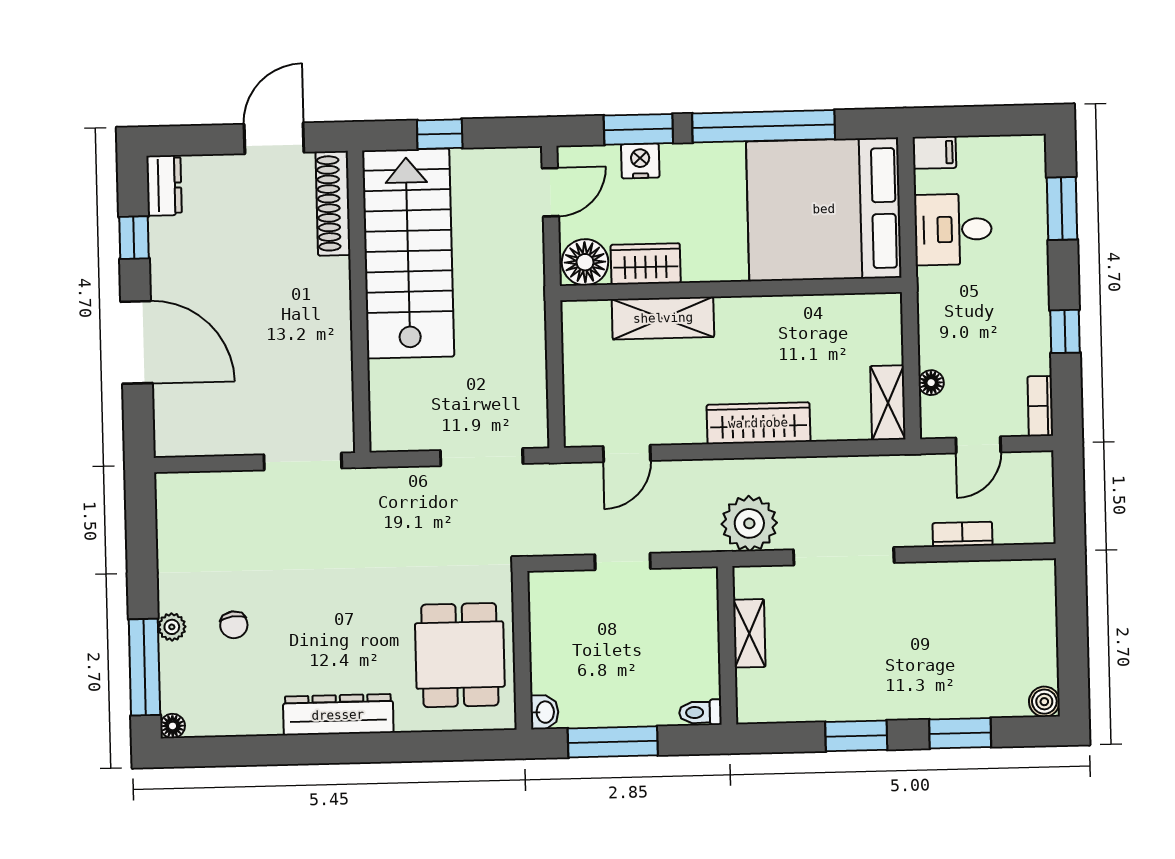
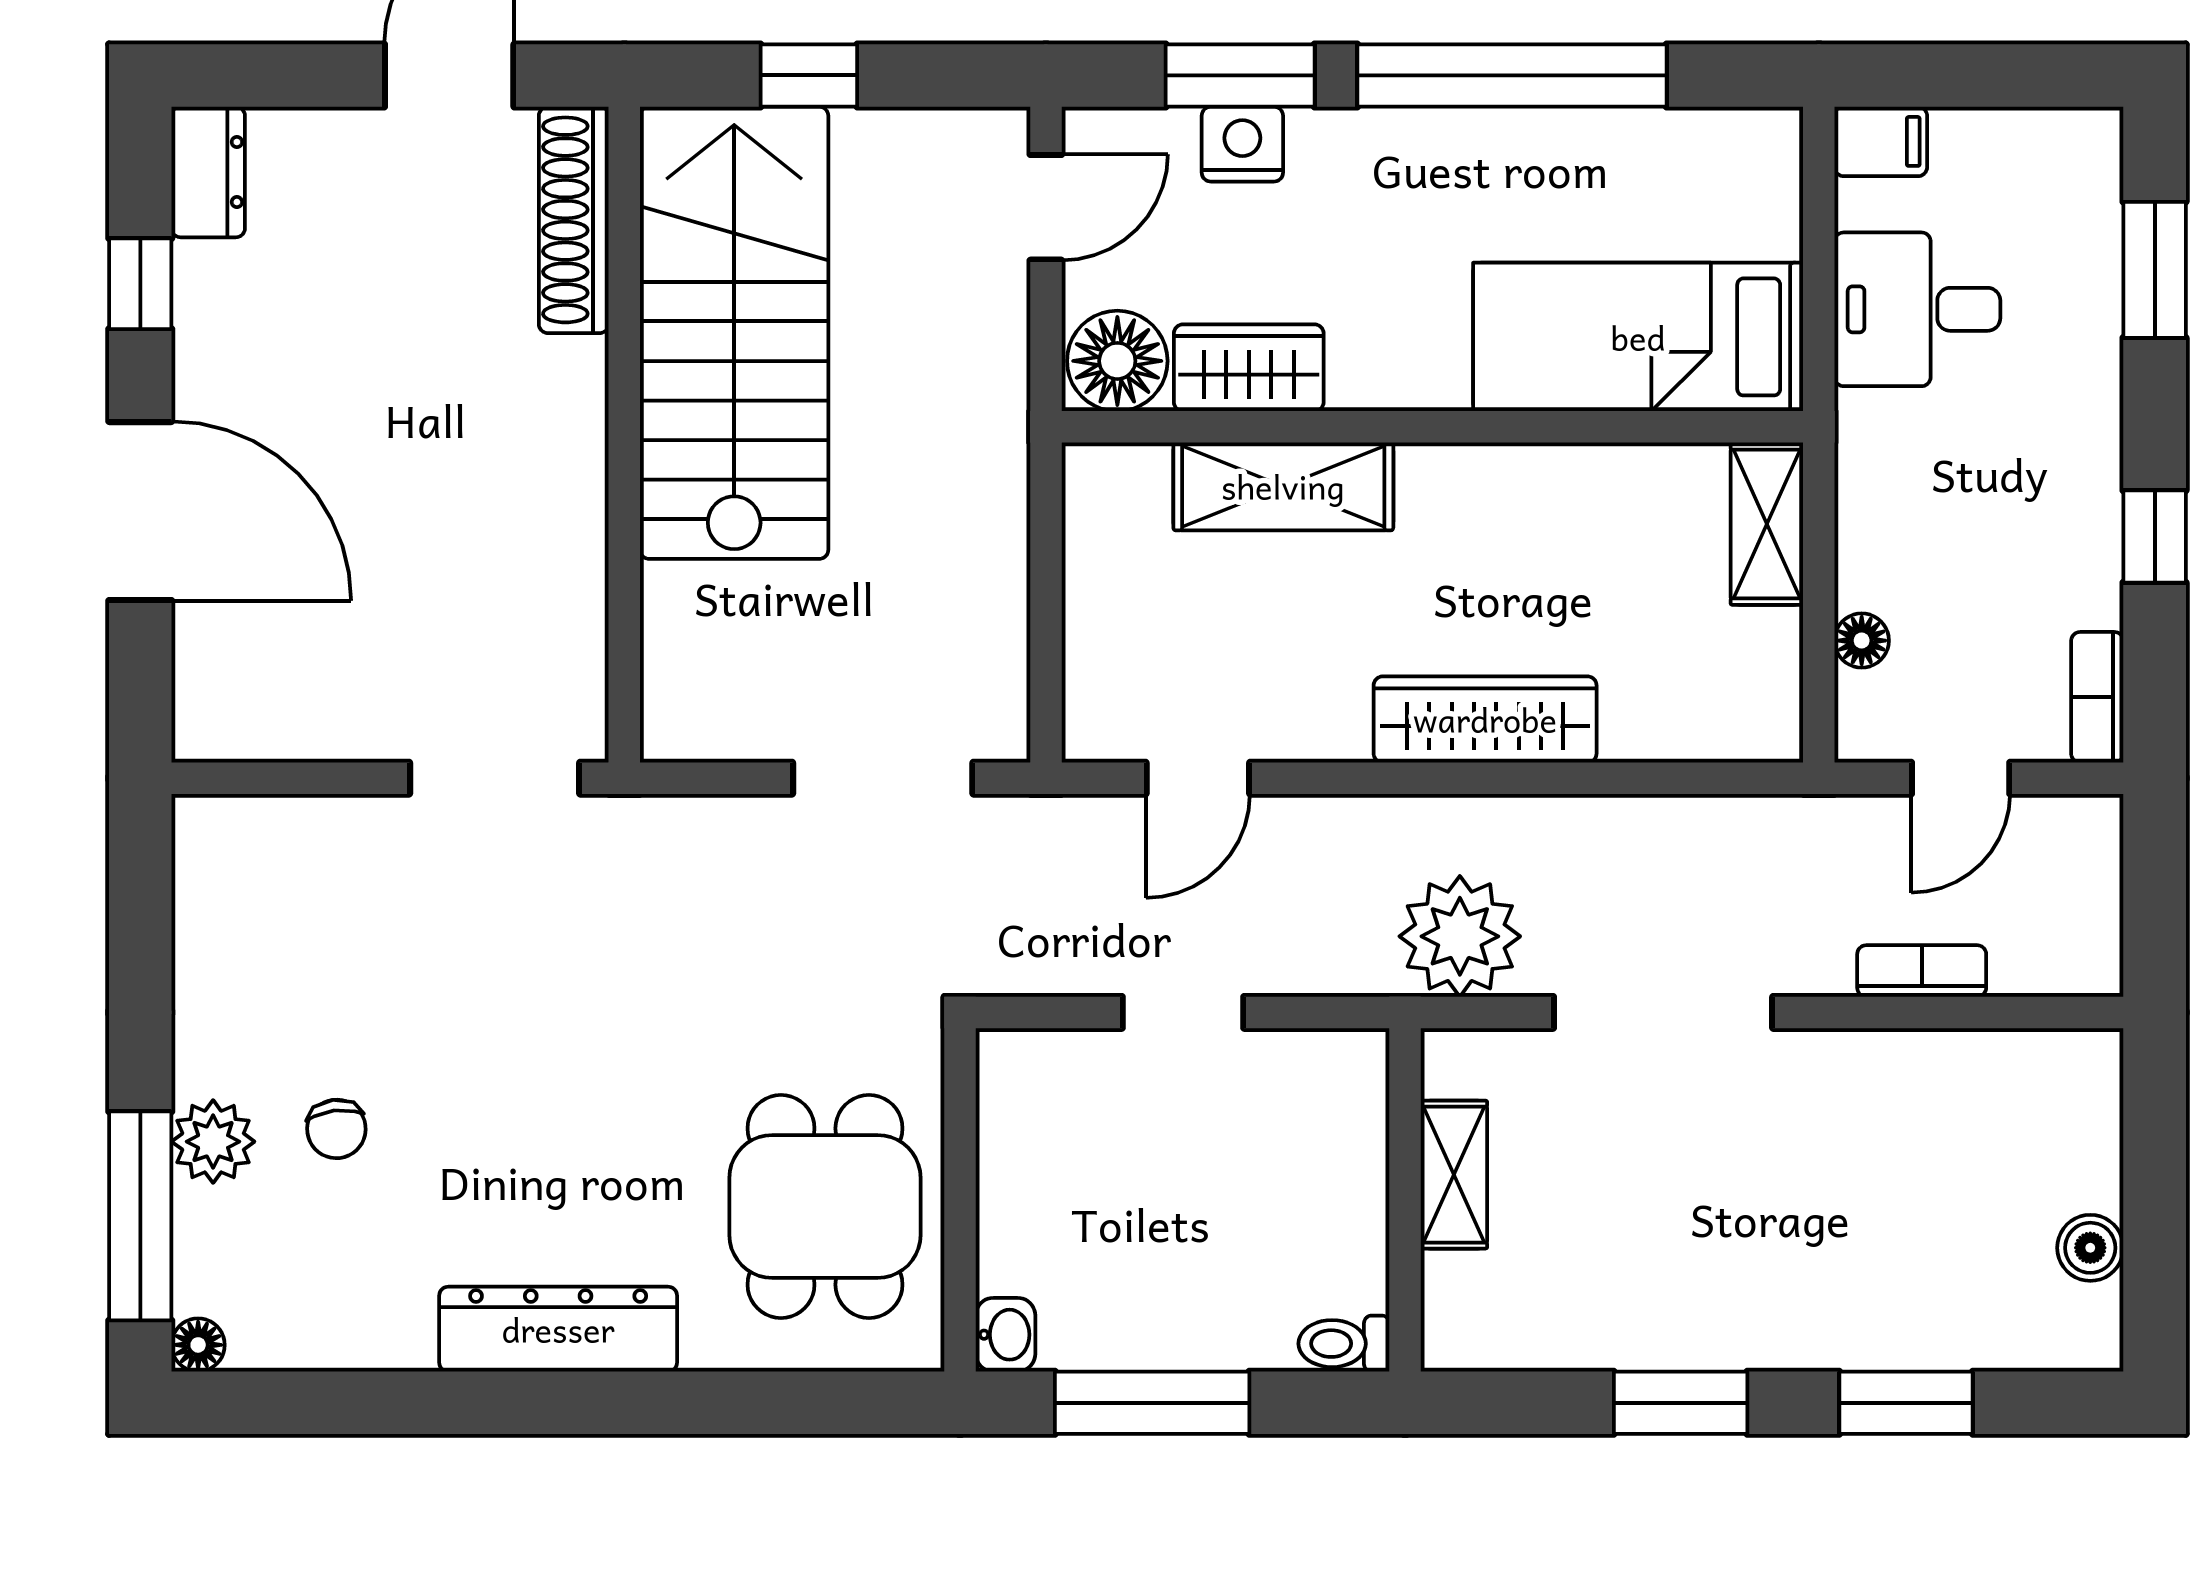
bed: (824, 209) -> (1638, 337), width x0.49
shelving: (888, 403) -> (1767, 524), moved
plant: (172, 627) -> (213, 1142), width x1.38, depth x1.38
boiler: (1044, 702) -> (2090, 1248), moved

